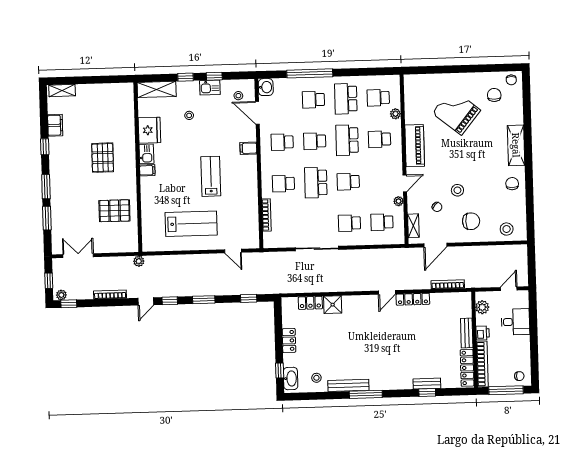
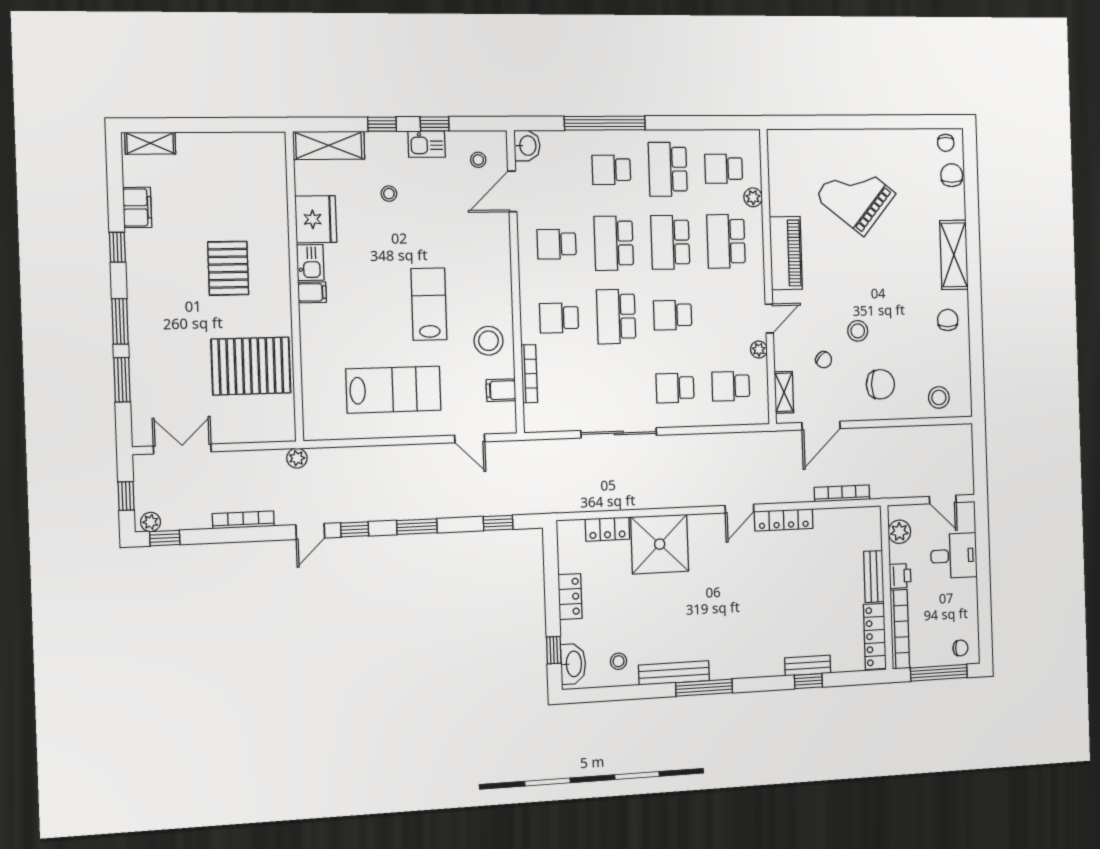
chair: (494, 95) -> (952, 175), moved
door: (257, 113) -> (512, 191), hinge flipped
school desk: (380, 139) -> (726, 241), width x1.85
school desk: (315, 141) -> (614, 243), width x1.85
filing cabinet: (248, 148) -> (501, 390), moved
stool: (244, 197) -> (489, 341), added
pallet: (114, 211) -> (251, 366), width x1.37, depth x1.41
door: (509, 289) -> (943, 499), swing flipped
shower: (333, 305) -> (660, 544), width x1.86, depth x1.86

